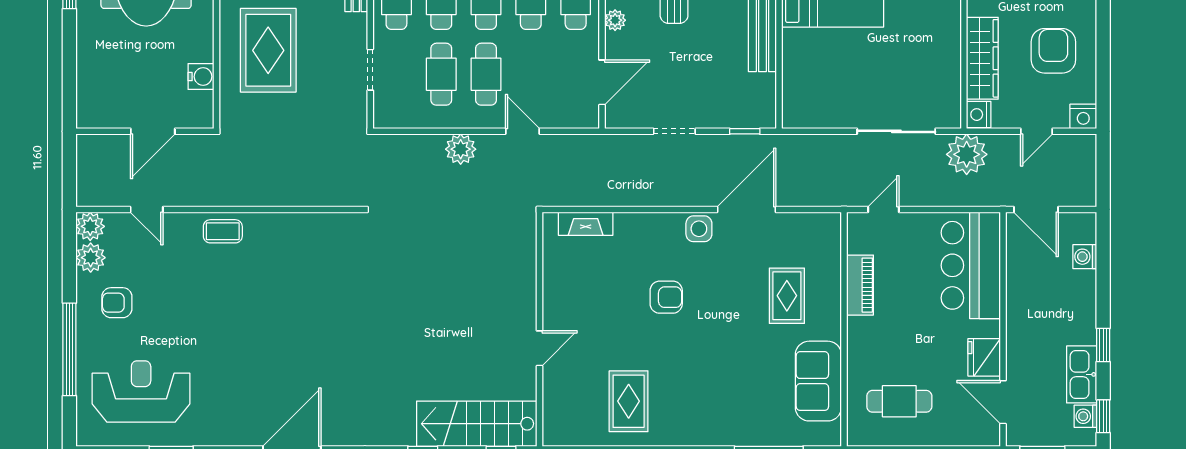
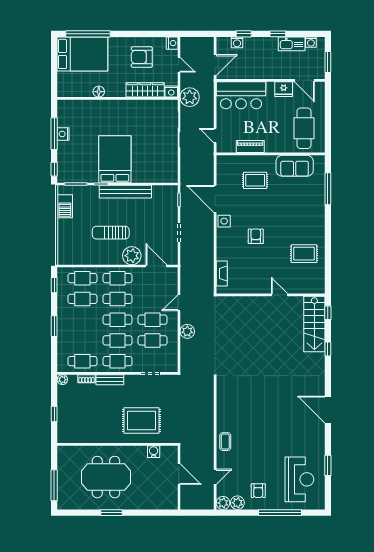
plant: (615, 20) -> (132, 256), width x1.88, depth x1.88
reception desk: (141, 391) -> (299, 479), turned 180
cafe table: (899, 401) -> (304, 128), width x1.37, depth x1.35
door: (1003, 402) -> (304, 80), hinge flipped
window: (1103, 416) -> (244, 34), moved

